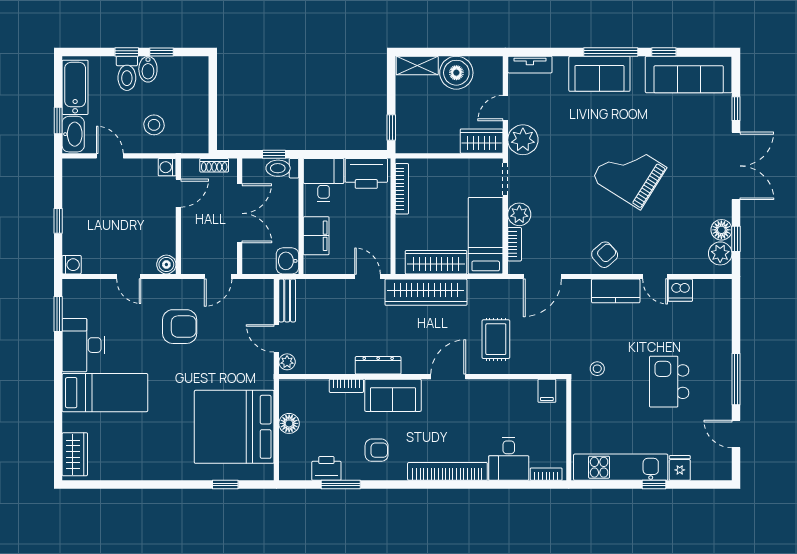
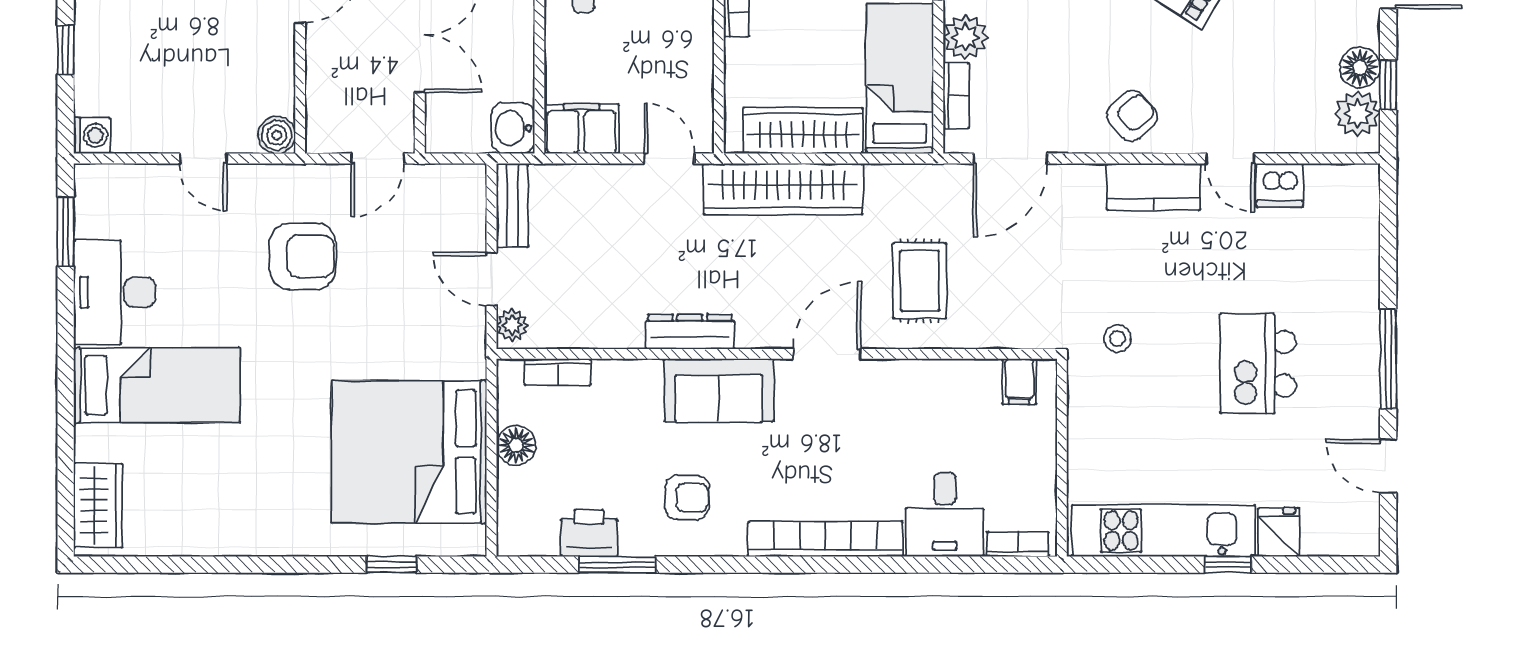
filing cabinet: (316, 236) -> (582, 129), moved, turned -90
bookcase: (346, 386) -> (558, 372), moved

